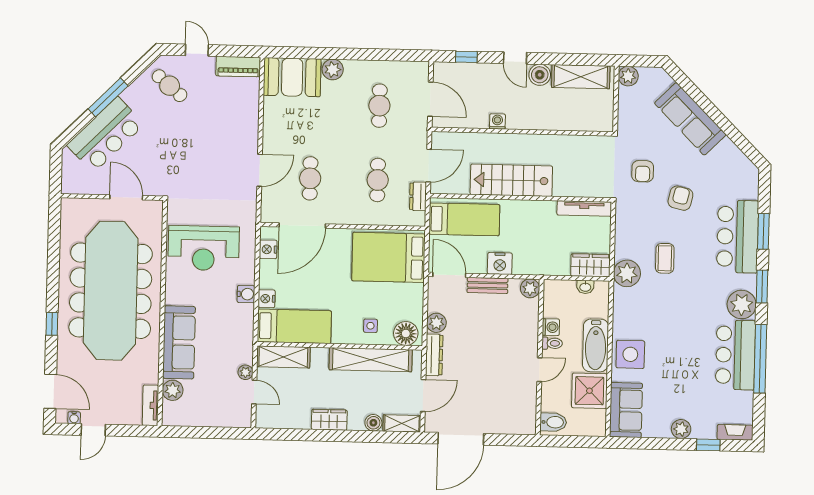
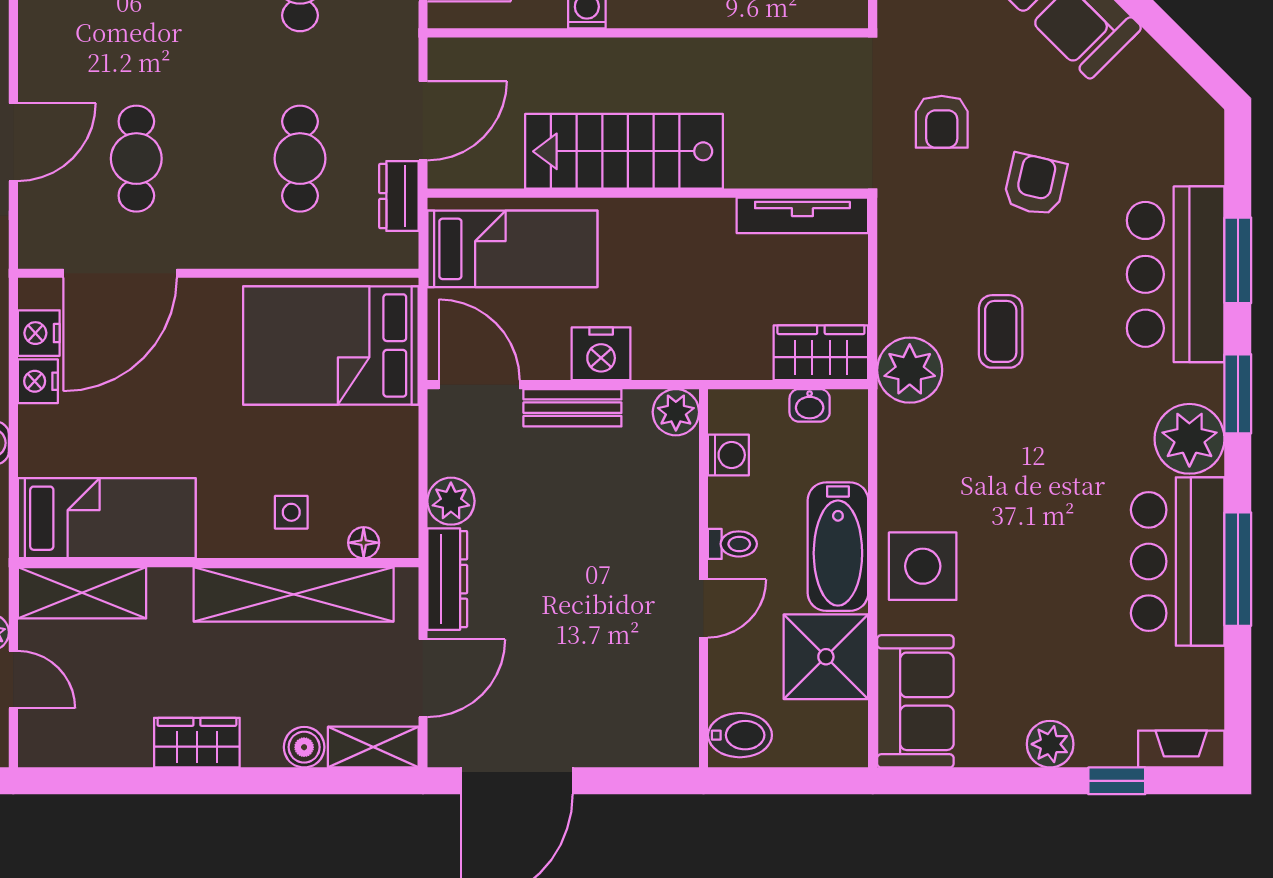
nightstand: (267, 299) -> (38, 381), moved
washing machine: (551, 327) -> (728, 455), moved
floor lamp: (406, 333) -> (364, 543), width x0.53, depth x0.53
window: (760, 359) -> (1238, 569), width x0.68

